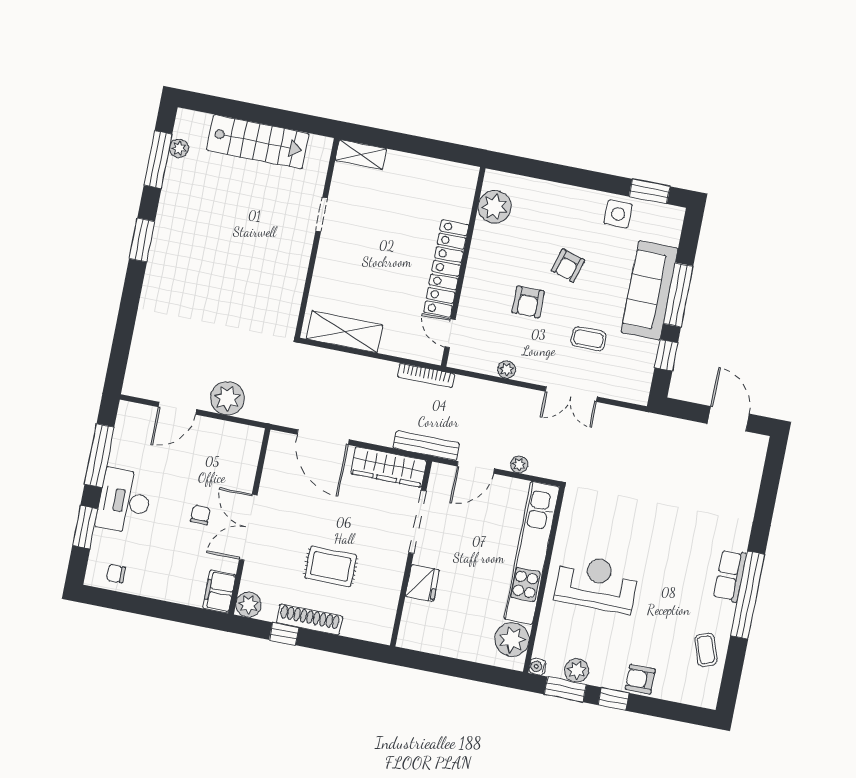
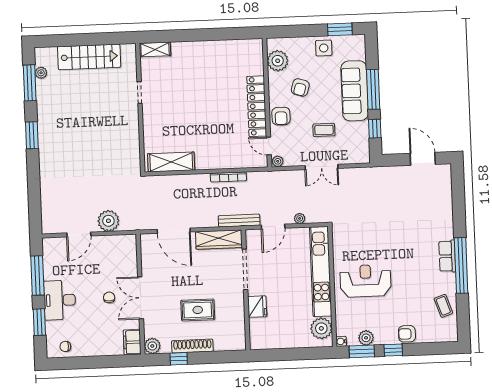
plant: (495, 207) -> (278, 61), moved
wall: (463, 267) -> (267, 103), moved
locker: (446, 268) -> (257, 106), moved
door: (450, 333) -> (269, 146), moved

